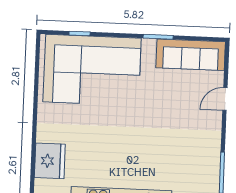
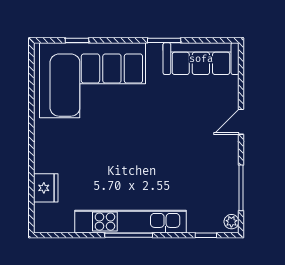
door: (225, 99) -> (241, 122), moved
fridge: (50, 161) -> (46, 188), width x0.73, depth x0.75

